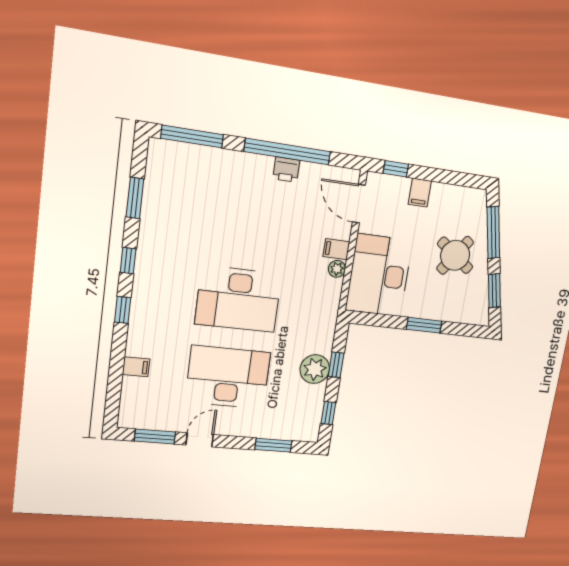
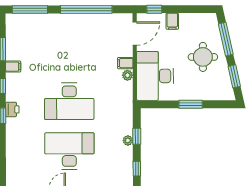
printer: (286, 170) -> (12, 109), moved, turned -90
door: (359, 204) -> (135, 34), swing flipped
round table: (455, 255) -> (203, 57), turned -36
filing cabinet: (136, 367) -> (13, 67), moved
plant: (315, 369) -> (128, 140), width x0.53, depth x0.53

